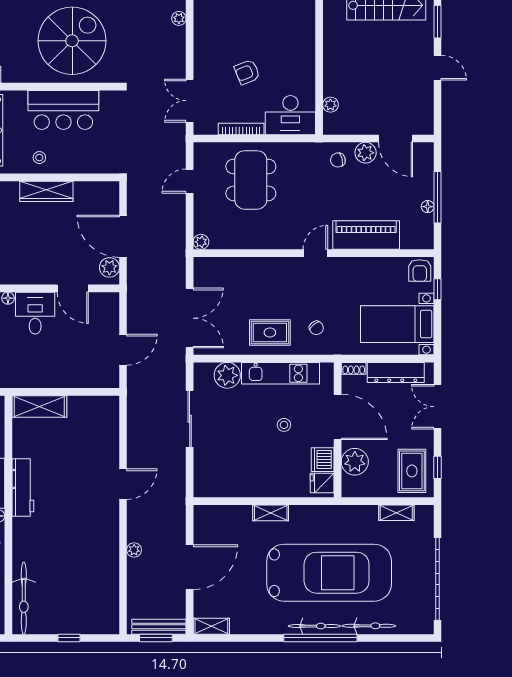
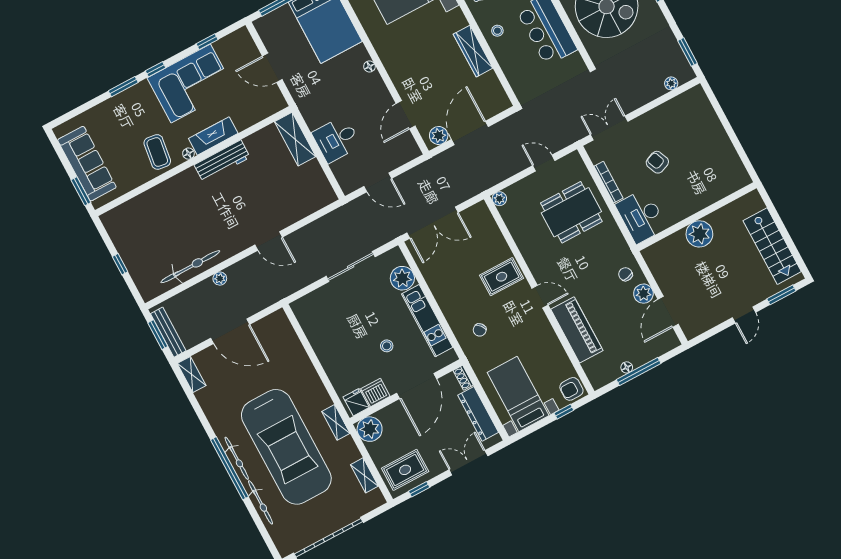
plant: (330, 105) -> (699, 234), moved, width x1.87, depth x1.87
desk: (35, 313) -> (336, 139), moved, turned 180
rug: (270, 332) -> (502, 277), moved, turned 90
plant: (355, 462) -> (370, 429), moved
shelving: (271, 513) -> (336, 422), moved
bicycle: (24, 598) -> (190, 267), moved, turned 180

